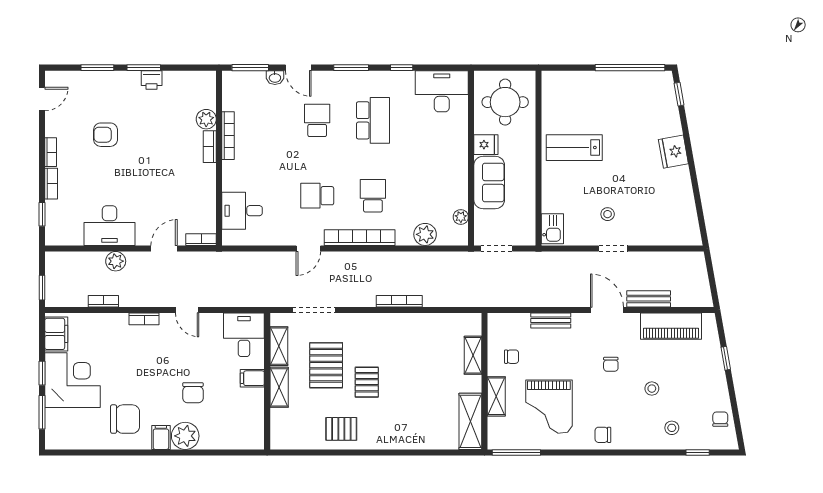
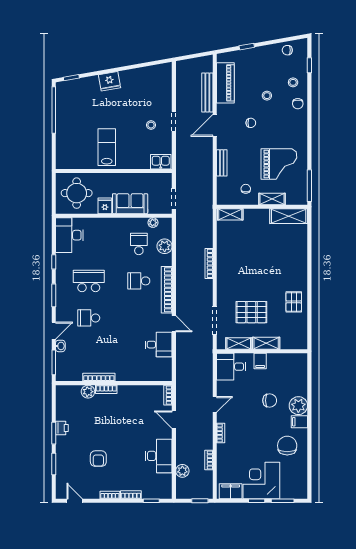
lab bench: (574, 148) -> (107, 147), turned 180
school desk: (317, 196) -> (139, 244), moved, turned 180
desk: (242, 211) -> (159, 345), moved, turned -90
plant: (116, 261) -> (182, 471), moved
bench: (649, 299) -> (207, 92), width x1.36
shelving: (473, 355) -> (230, 214), moved
pallet: (367, 382) -> (263, 285), removed
chair: (603, 435) -> (298, 104), moved

